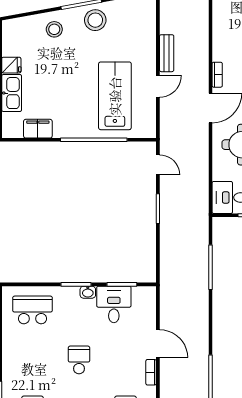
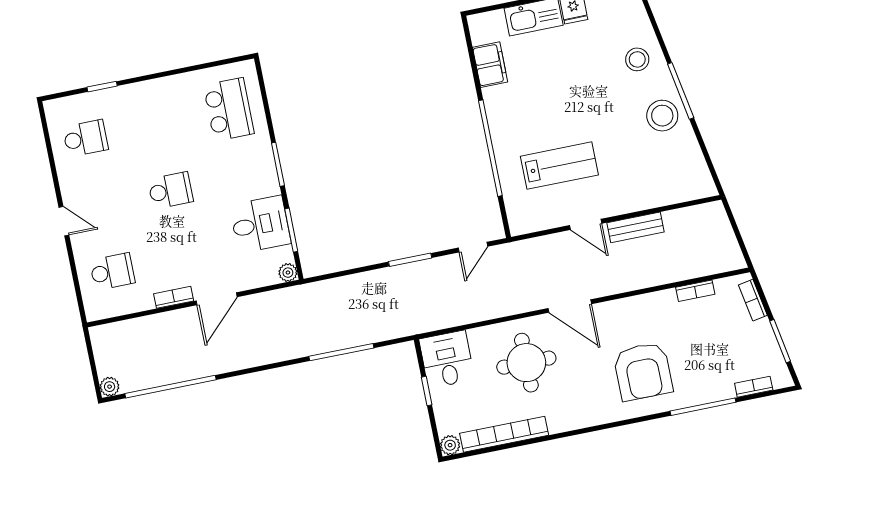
bookcase: (217, 75) -> (695, 291), moved
lab bench: (115, 96) -> (559, 166), width x0.73, depth x0.72
washbasin: (88, 292) -> (270, 184), removed
plant: (150, 292) -> (288, 273), added

